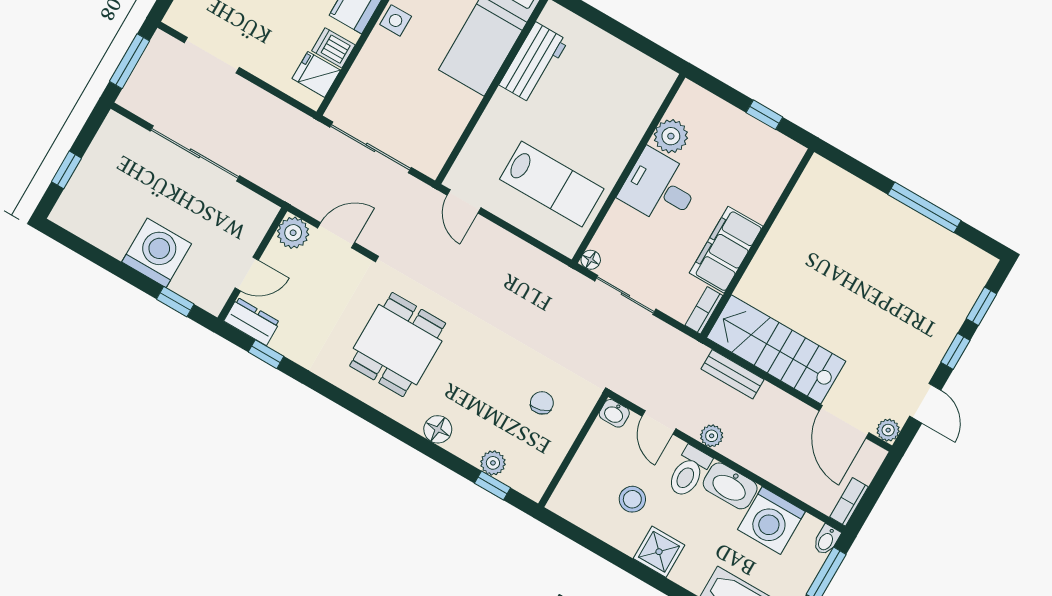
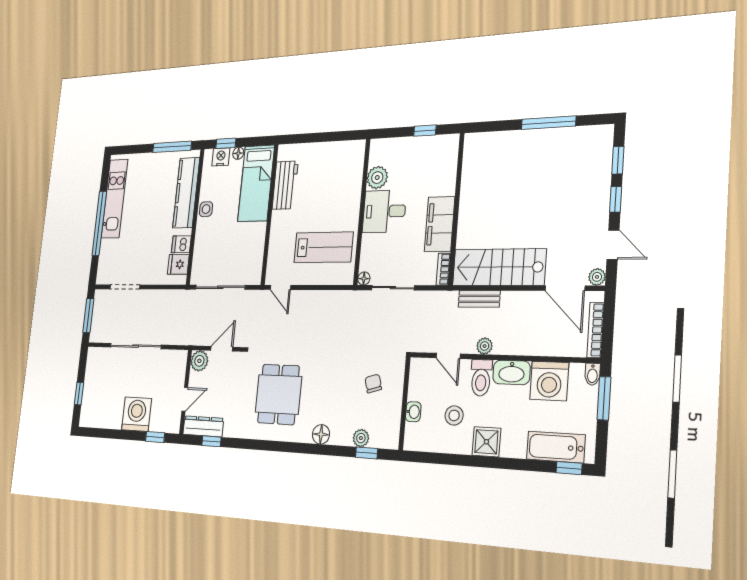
dresser: (252, 322) -> (203, 426), width x1.44
washbasin: (614, 413) -> (413, 412), moved, turned -90
bookcase: (849, 502) -> (595, 330), width x1.56

